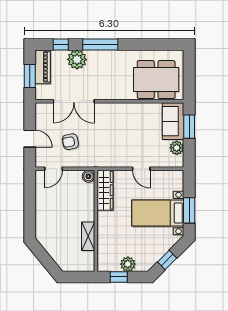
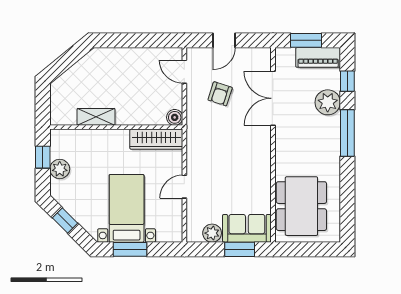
armchair: (70, 142) -> (220, 94), turned -151

